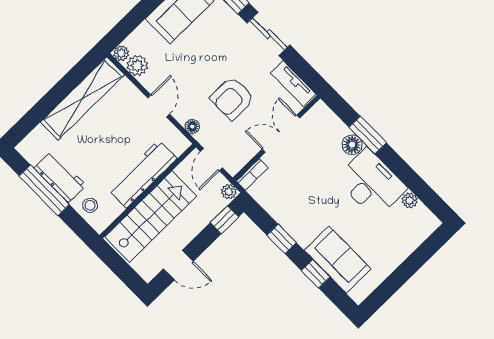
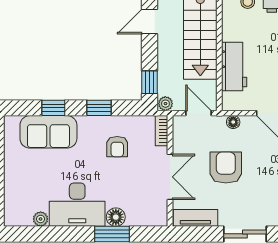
workbench: (142, 174) -> (234, 66), width x0.73
armchair: (297, 196) -> (117, 147), added

